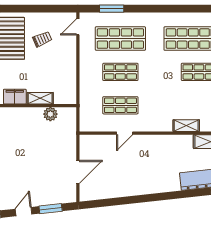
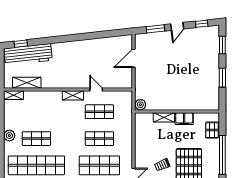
plant: (50, 114) -> (140, 105), moved
shelving: (186, 126) -> (73, 95), moved
door: (125, 133) -> (96, 89), hinge flipped

